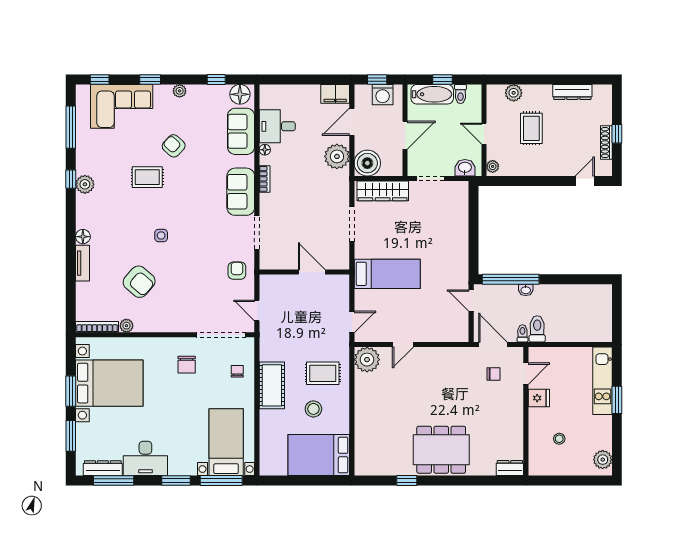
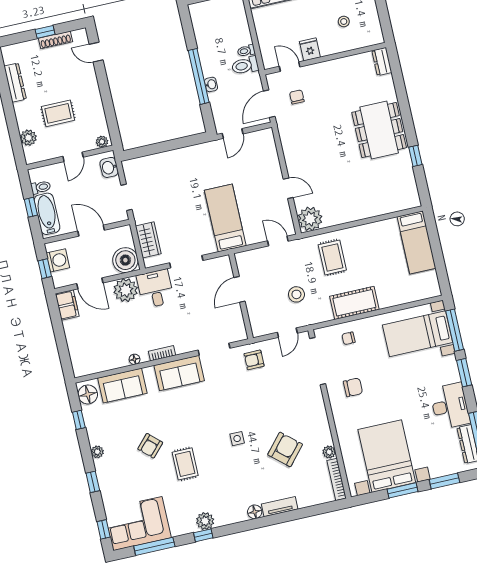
corner sofa: (122, 106) -> (138, 524), moved, turned -90
desk: (277, 126) -> (155, 289), moved, turned 180
wardrobe: (383, 191) -> (148, 240), width x0.67
window: (511, 279) -> (199, 76), moved
toilet: (522, 333) -> (246, 51), moved
stool: (313, 409) -> (296, 294), moved
bed: (319, 455) -> (416, 242), width x0.67

